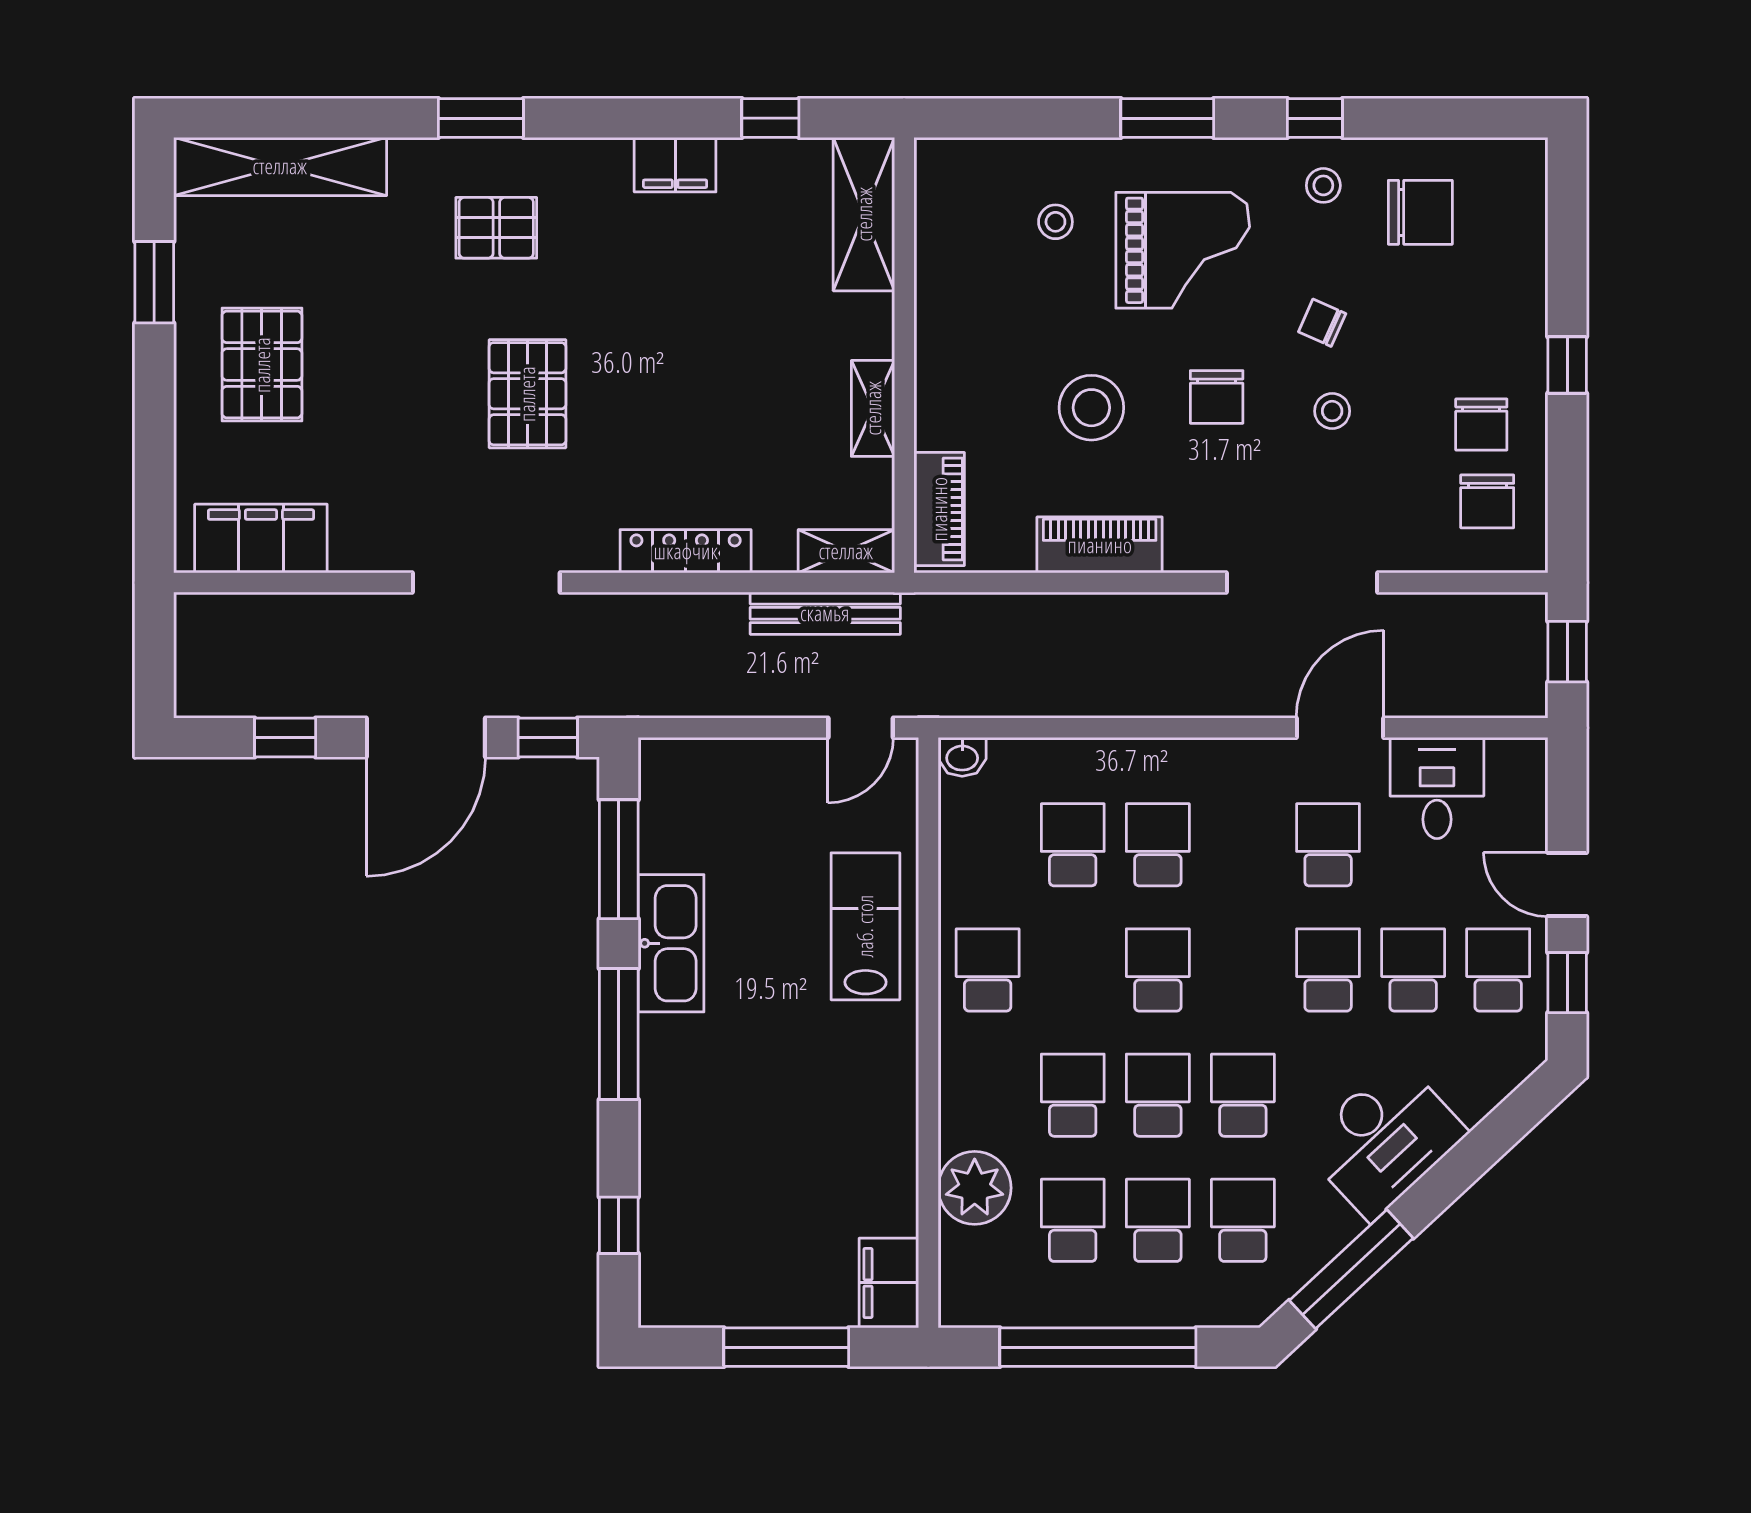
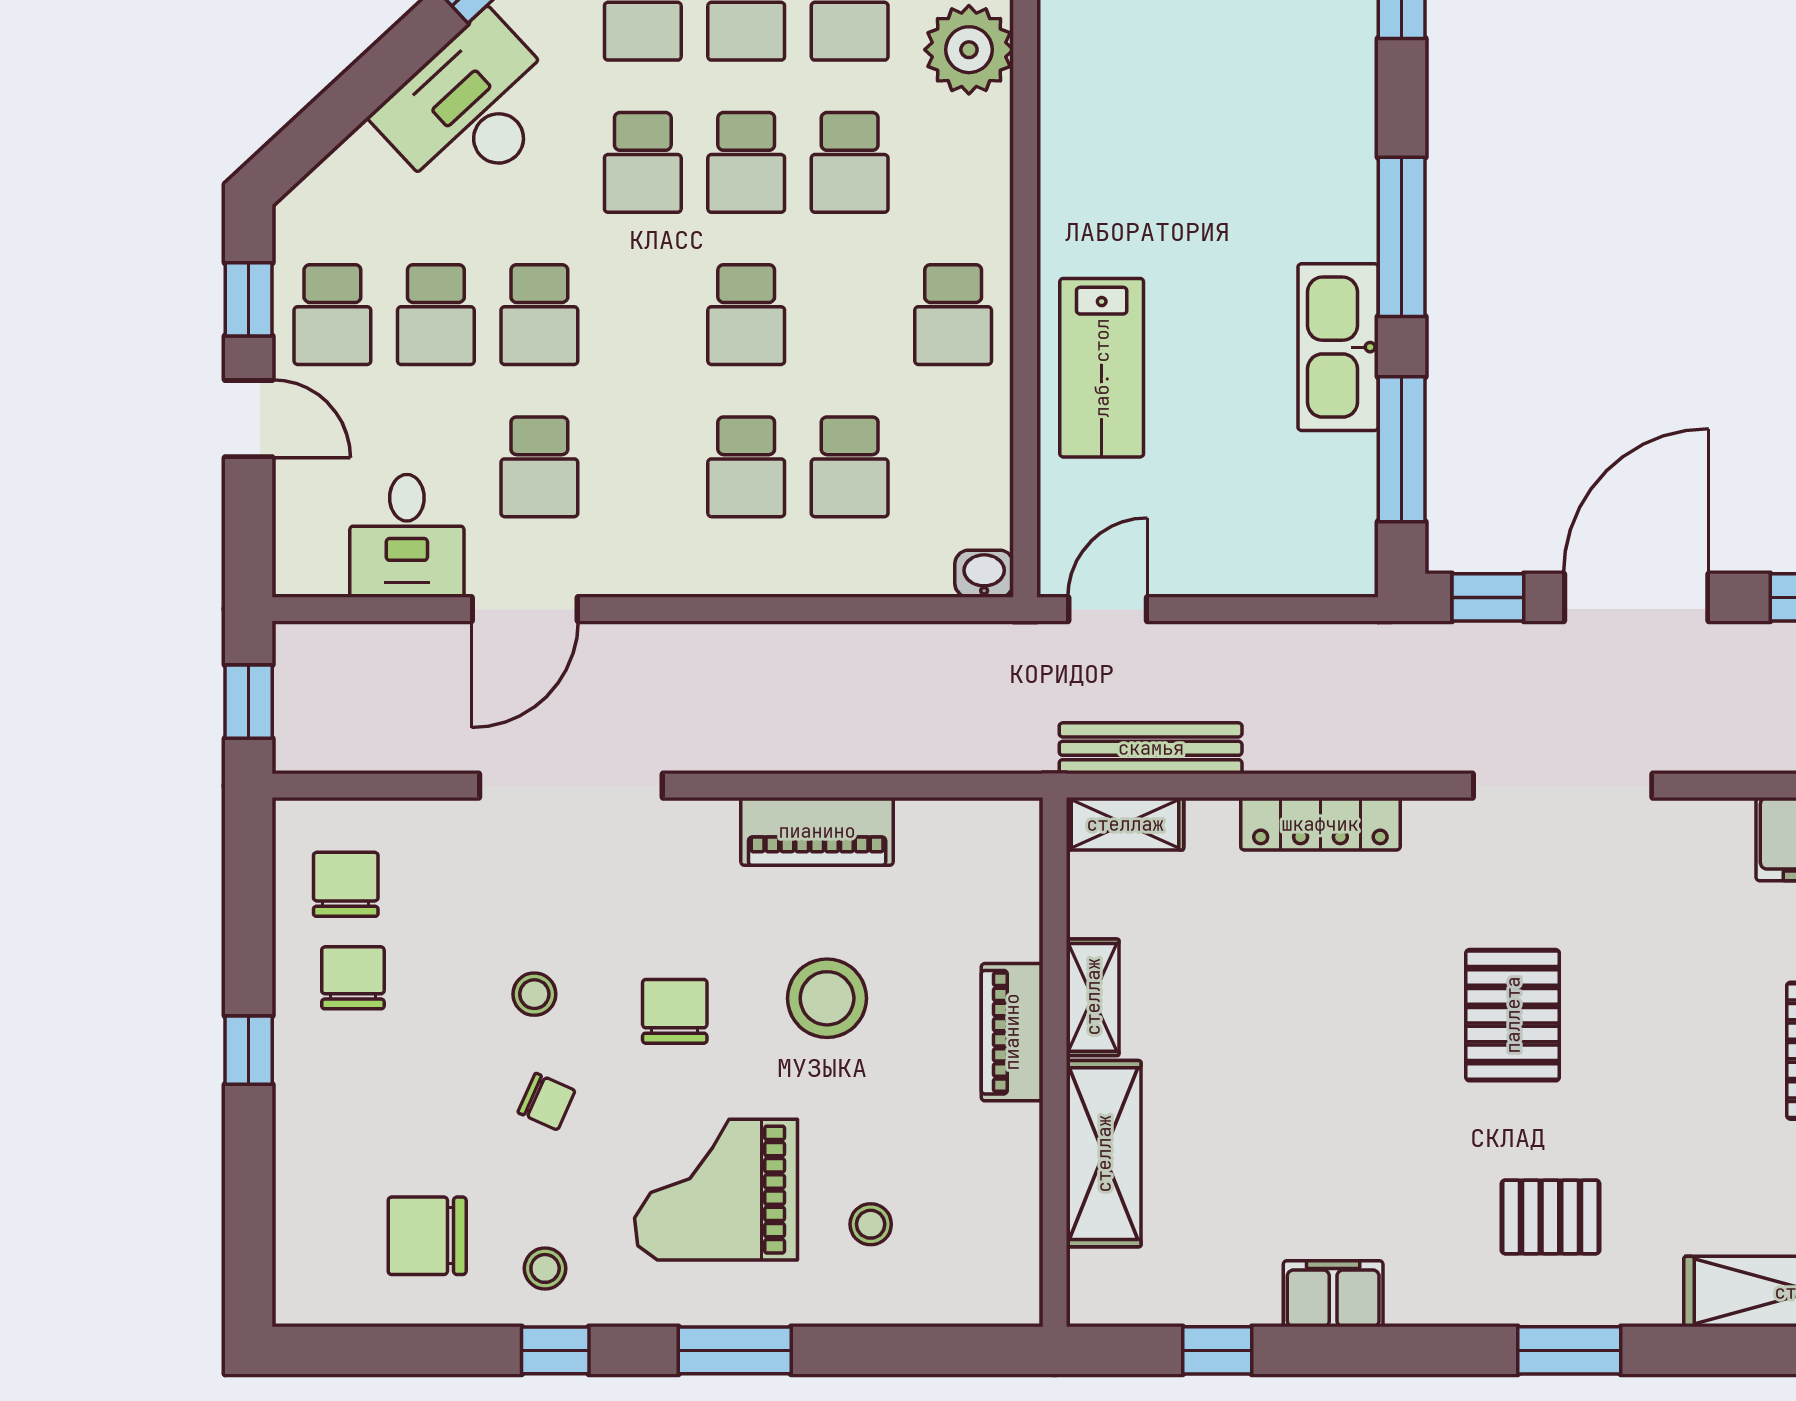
shelving: (864, 214) -> (1104, 1154), moved
piano: (939, 509) -> (1012, 1032), moved

